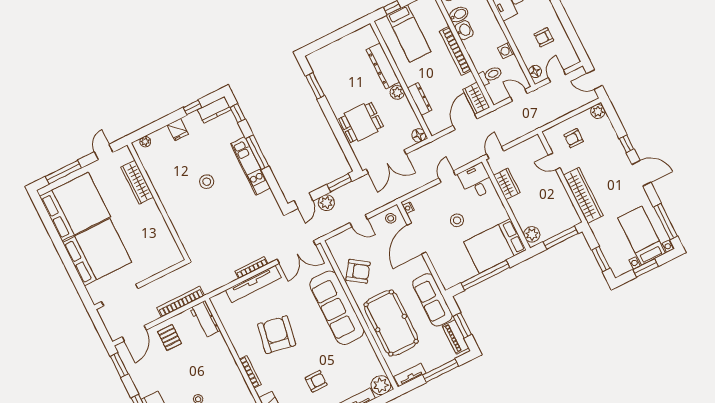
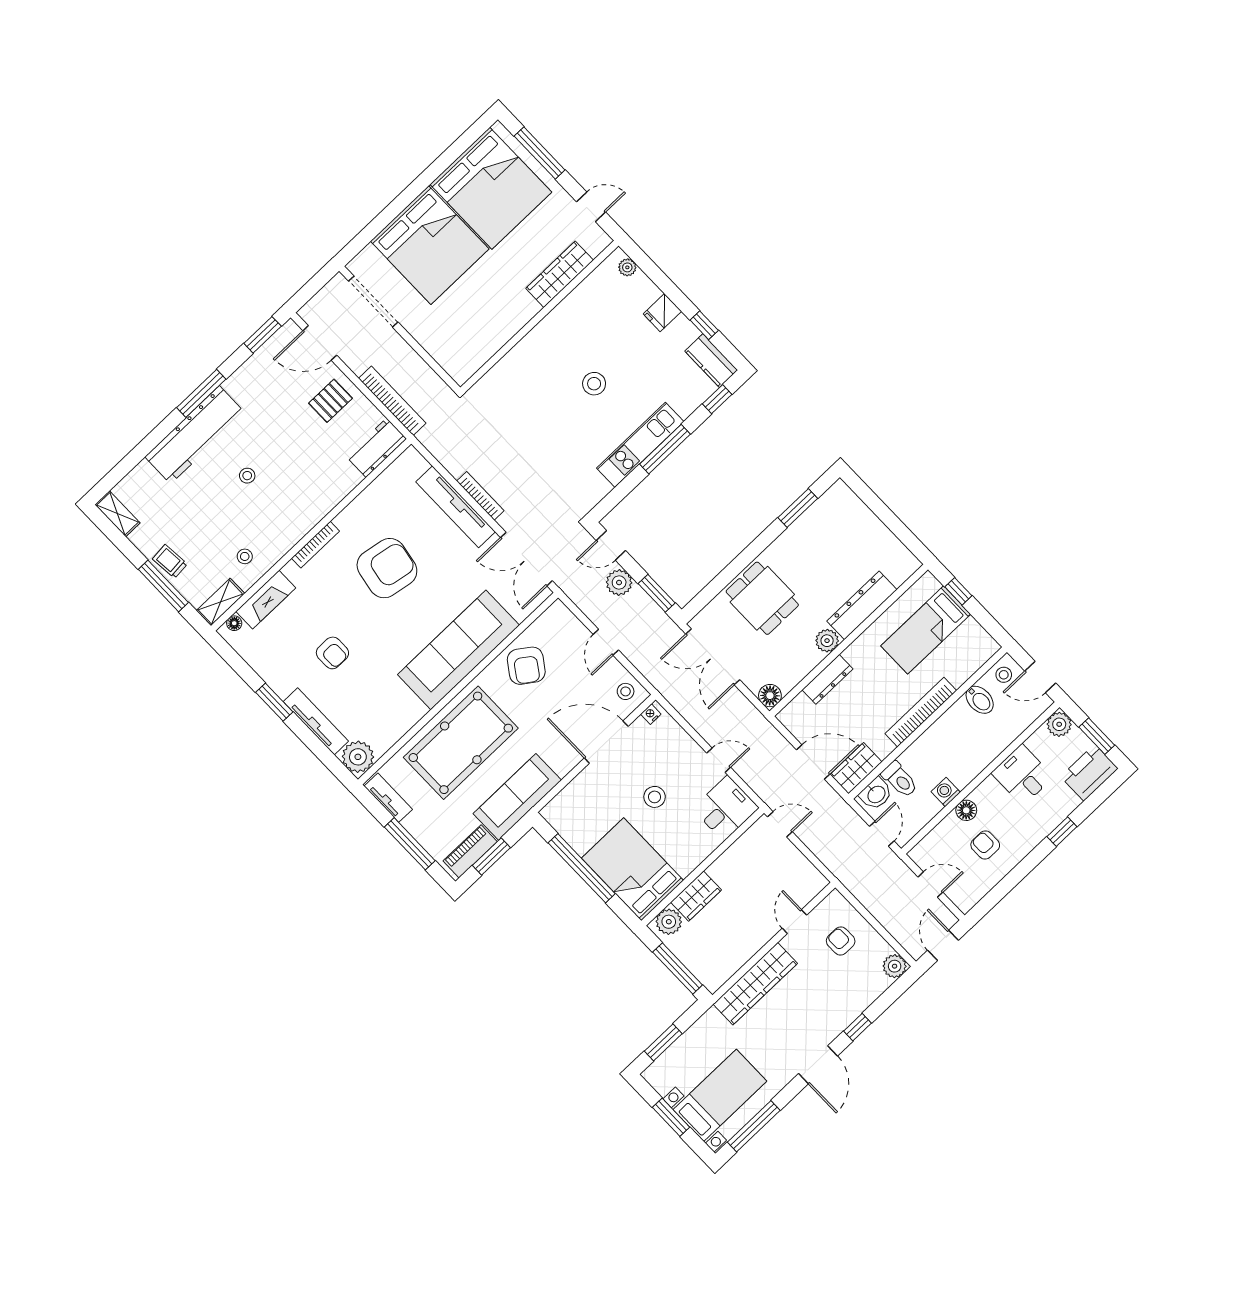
washbasin: (464, 30) -> (876, 794), moved
floor lamp: (535, 72) -> (966, 810), moved
wardrobe: (507, 184) -> (696, 896), moved

